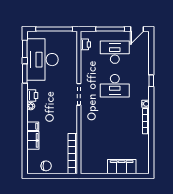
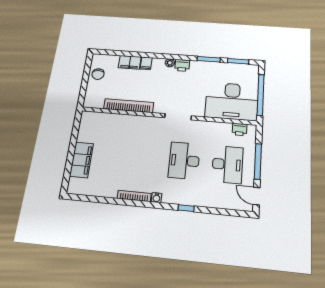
desk: (42, 60) -> (232, 101), moved, turned 180
bookcase: (73, 154) -> (129, 106), moved

